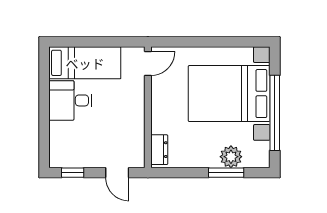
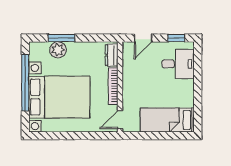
desk: (70, 100) -> (178, 64), moved
bookcase: (157, 108) -> (113, 86), added
door: (117, 173) -> (143, 38), swing flipped

